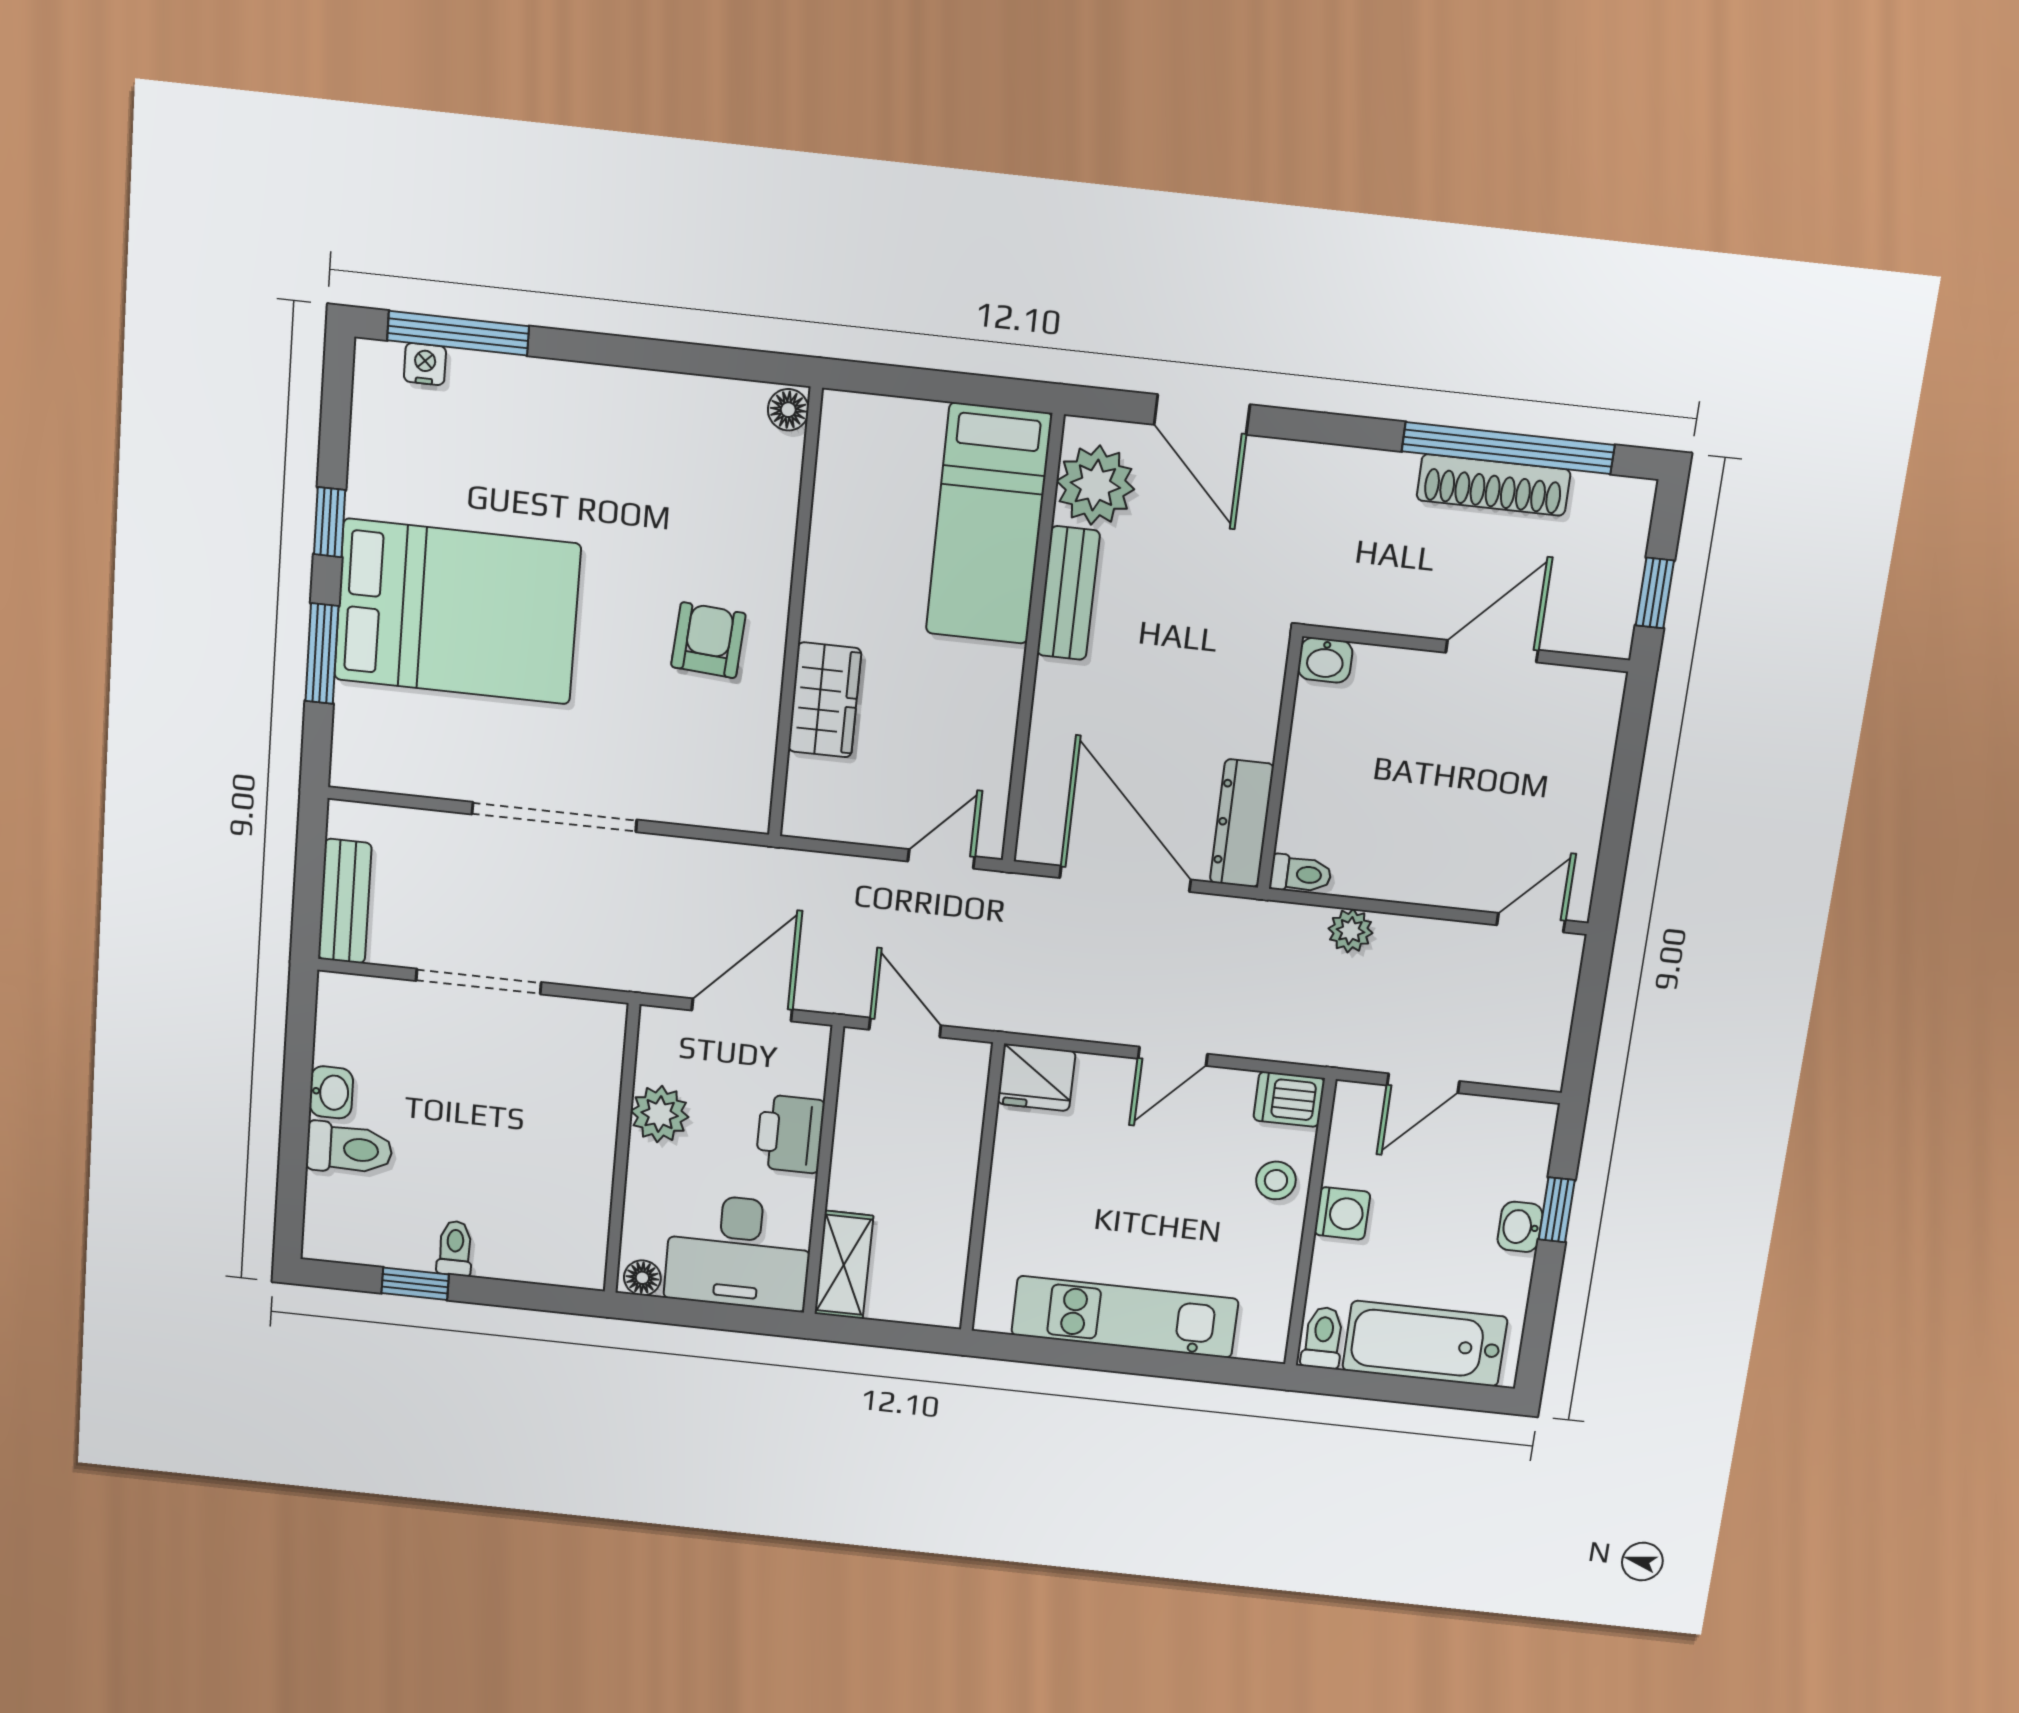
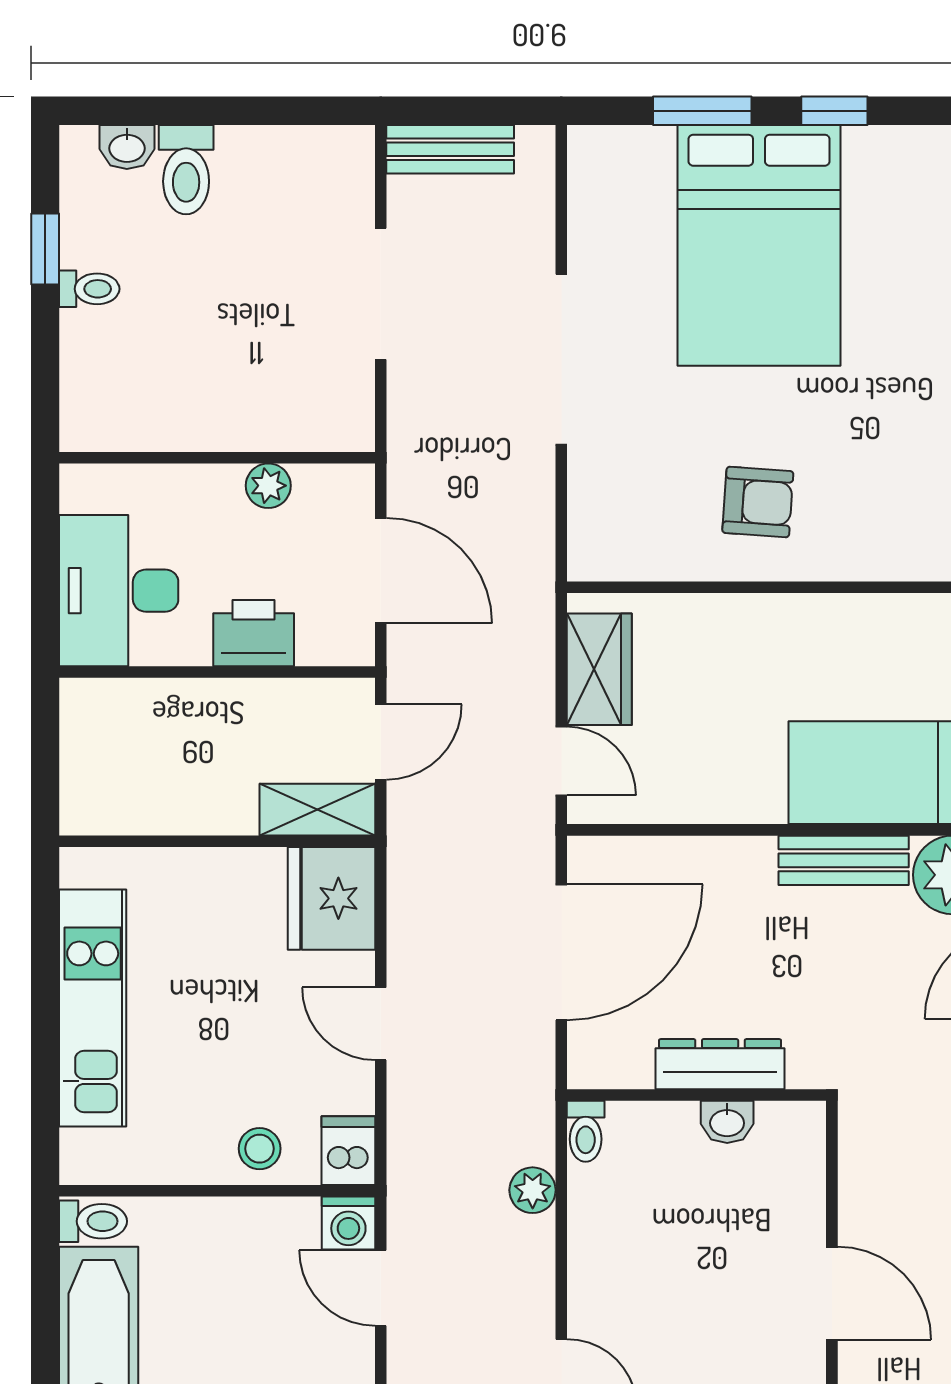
washbasin: (1325, 660) -> (727, 1122), moved, turned -90
wardrobe: (825, 700) -> (599, 669), moved, turned -90
dresser: (1242, 823) -> (720, 1064), moved
fridge: (1036, 1077) -> (331, 898), width x1.36, depth x1.34
washbasin: (331, 1092) -> (127, 147), moved
plant: (660, 1114) -> (268, 486), width x0.73, depth x0.73
washing machine: (1342, 1213) -> (348, 1223), moved
shelving: (844, 1265) -> (317, 810), moved
floor lamp: (642, 1278) -> (79, 491), removed

